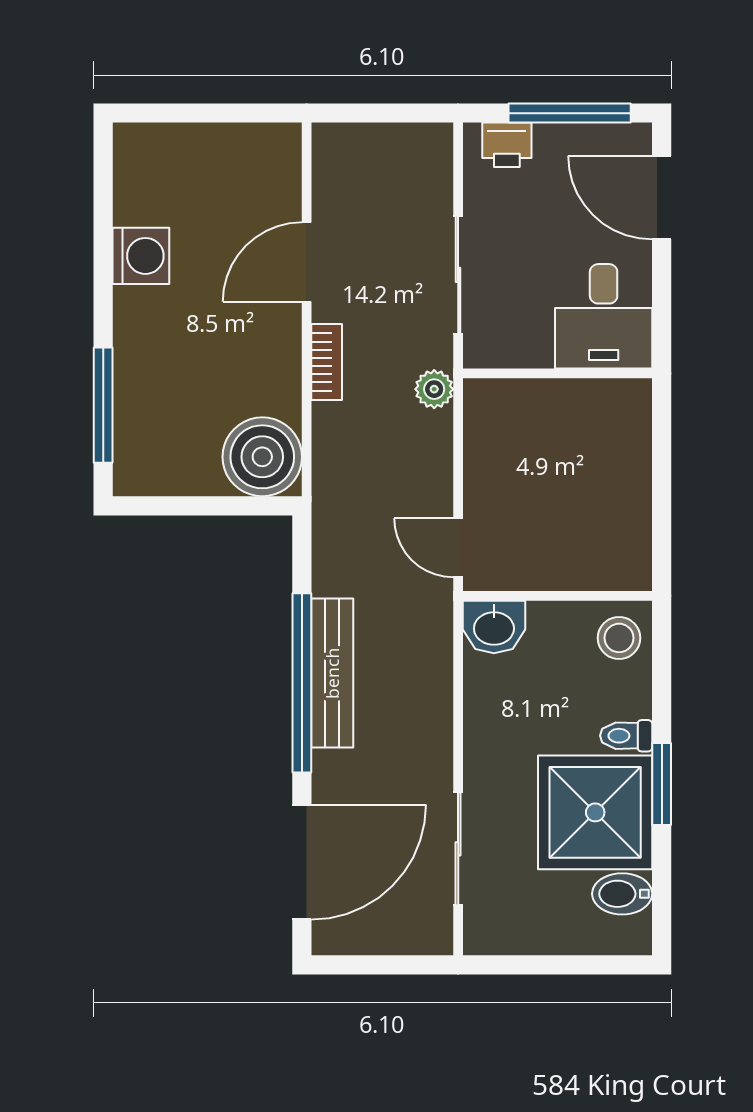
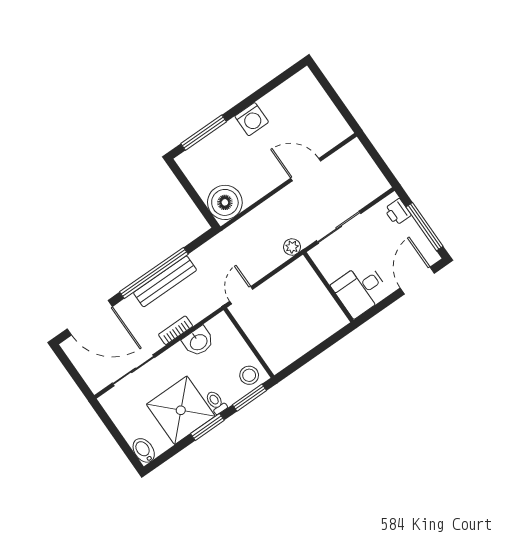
washing machine: (141, 256) -> (252, 119), moved
bookcase: (327, 362) -> (176, 330), moved, turned 180
washbasin: (494, 627) -> (198, 342), moved, turned -90
window: (662, 667) -> (249, 398), added
bidet: (622, 894) -> (144, 450), moved

